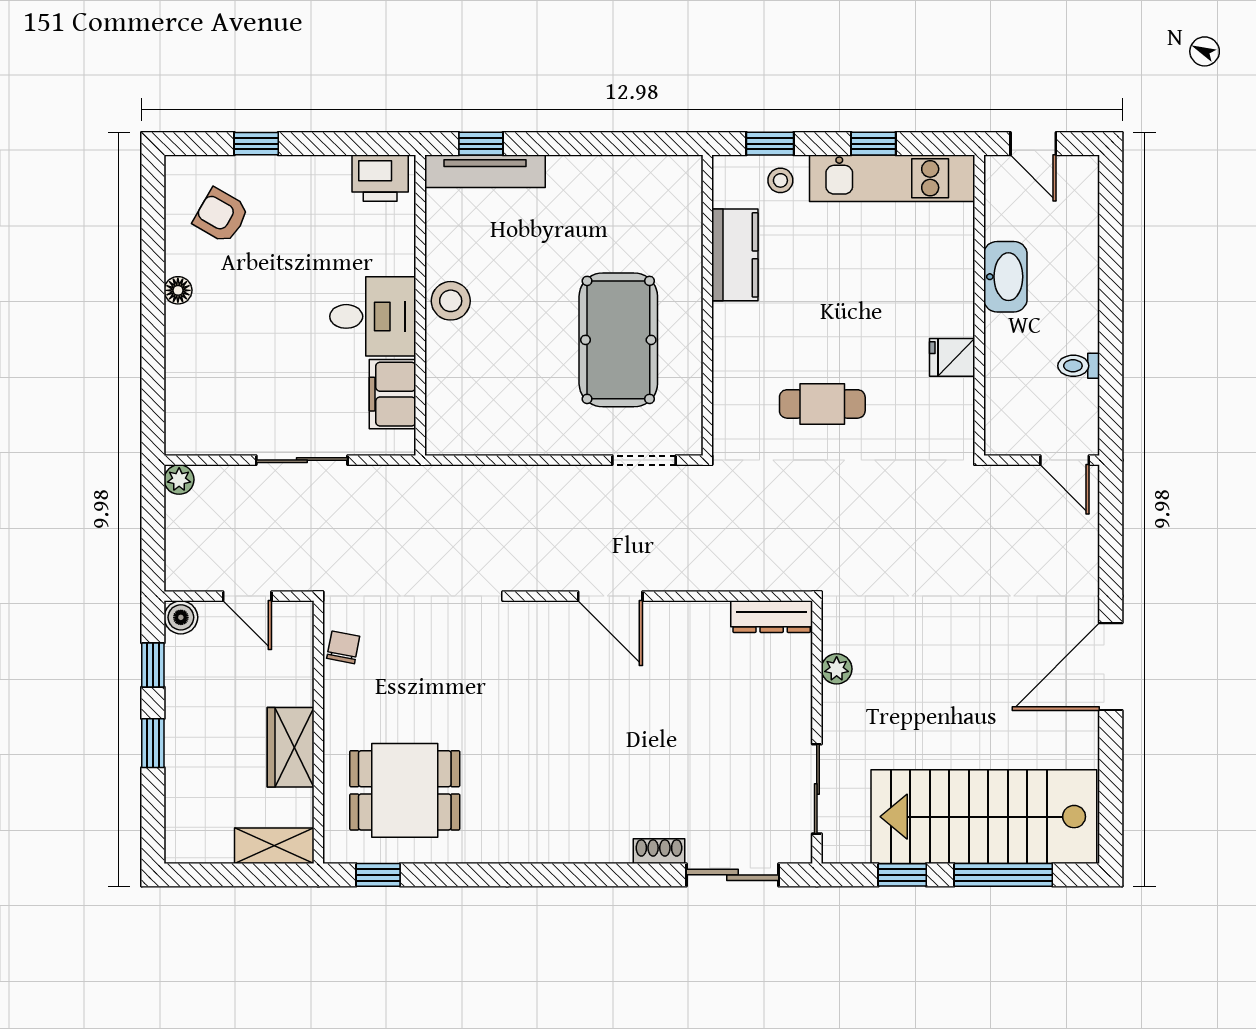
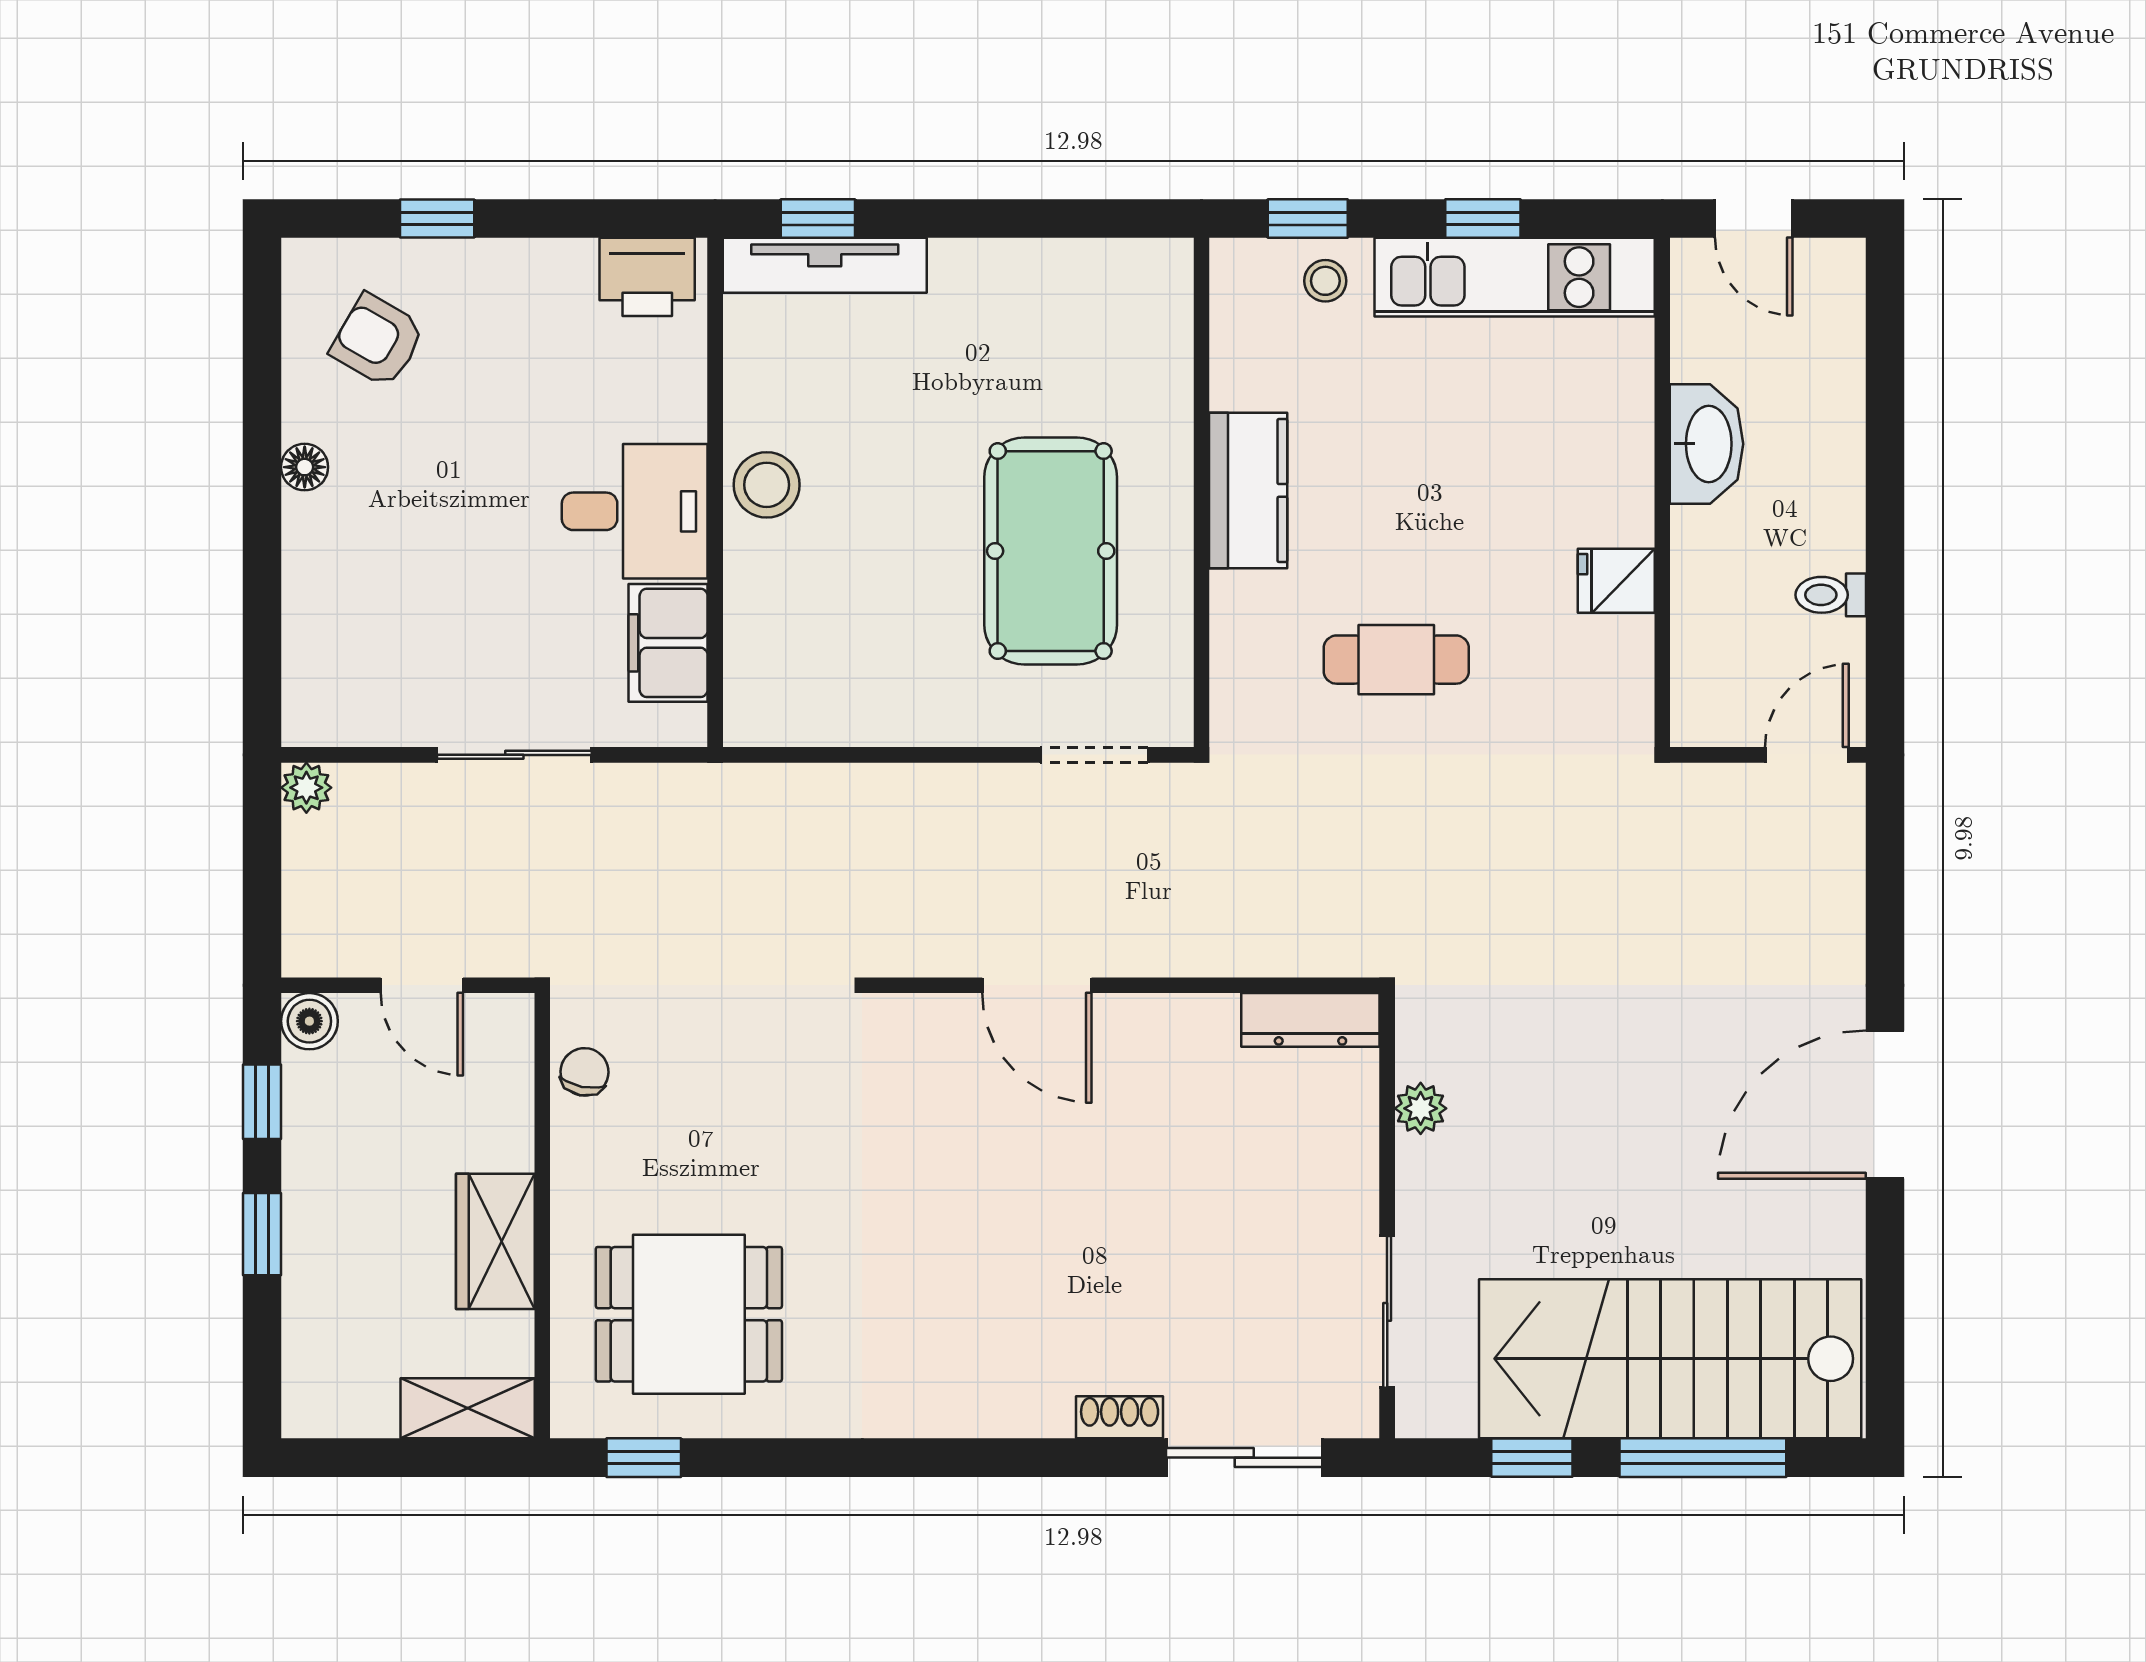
kitchen counter: (735, 255) -> (1248, 490), moved
door: (1065, 460) -> (1807, 755), swing flipped

